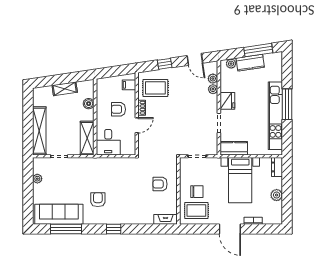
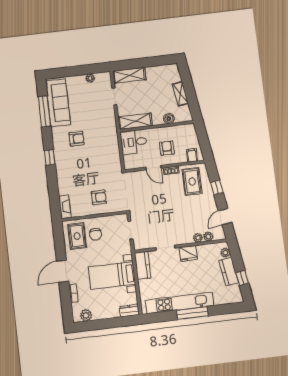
window: (258, 50) -> (242, 278), width x0.46
shelving: (39, 131) -> (129, 75), width x0.68
armchair: (160, 184) -> (99, 197), turned 90
plant: (277, 195) -> (86, 315), moved

